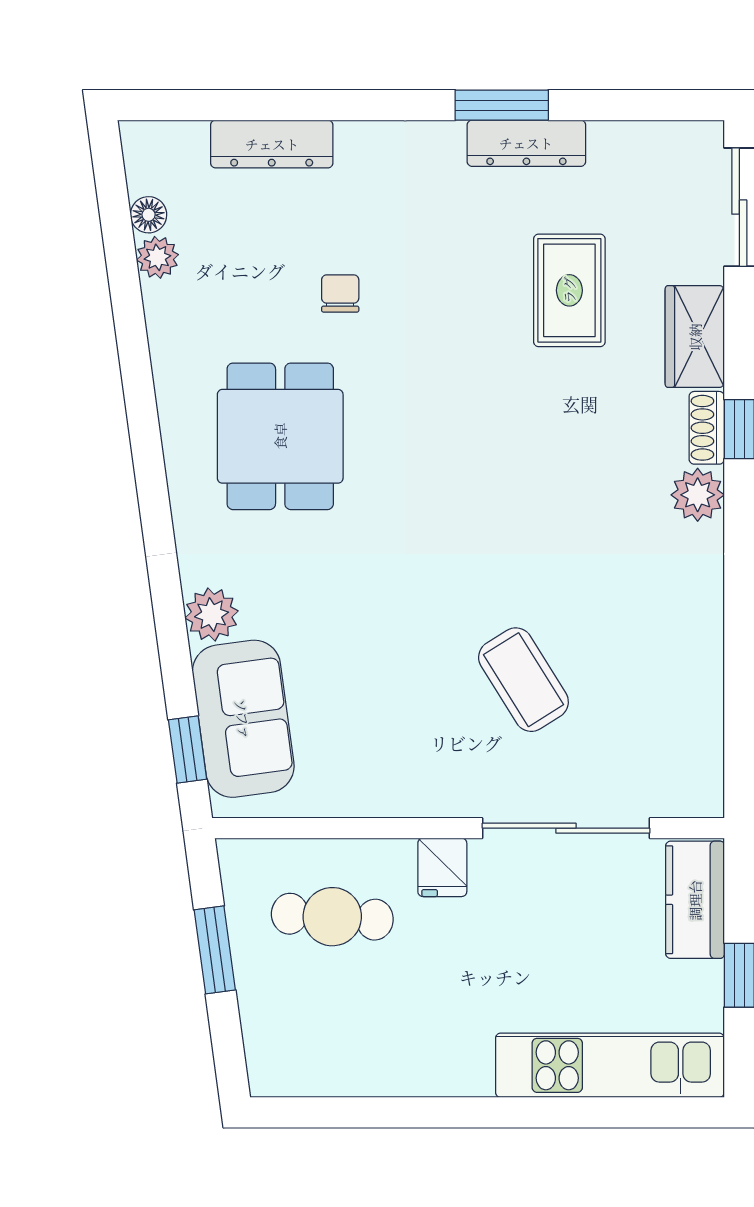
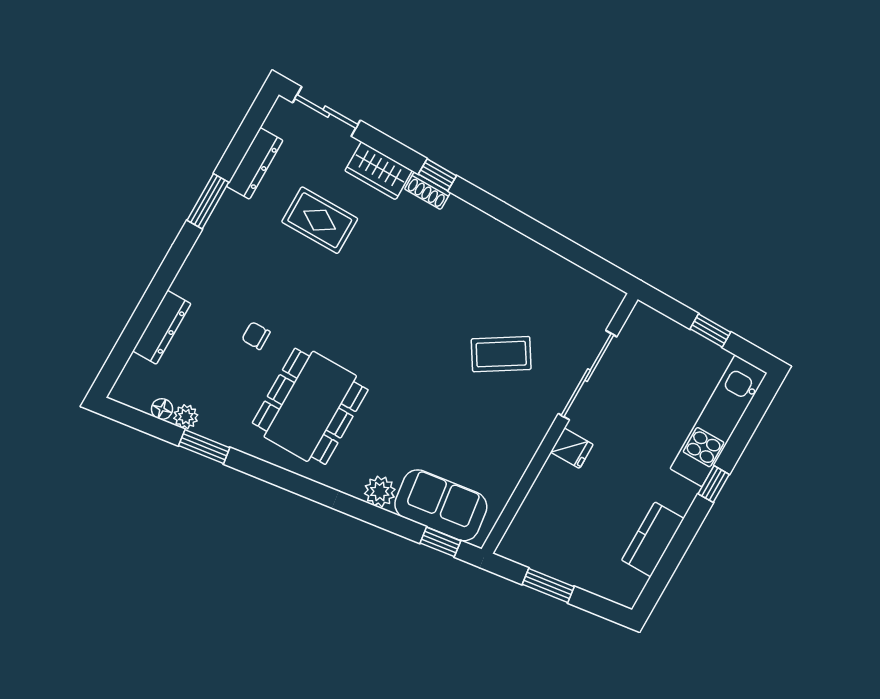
dresser: (526, 143) -> (255, 163), moved
window: (128, 311) -> (204, 447), added
dining table: (280, 436) -> (310, 406), width x1.38
plant: (698, 495) -> (458, 214), removed
kitchen counter: (695, 900) -> (653, 539), moved, turned 90
cafe table: (332, 917) -> (565, 517), removed
window: (510, 1112) -> (714, 484), added

